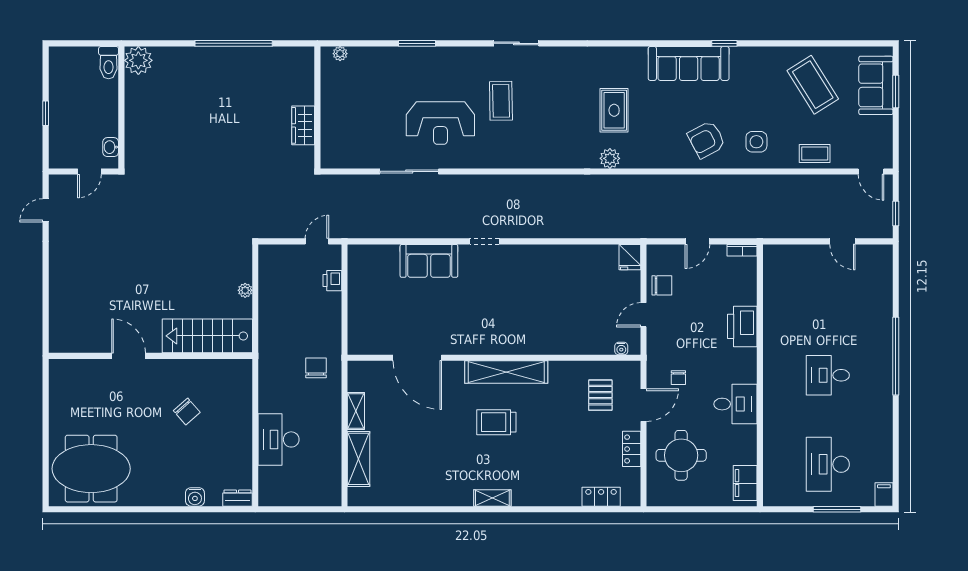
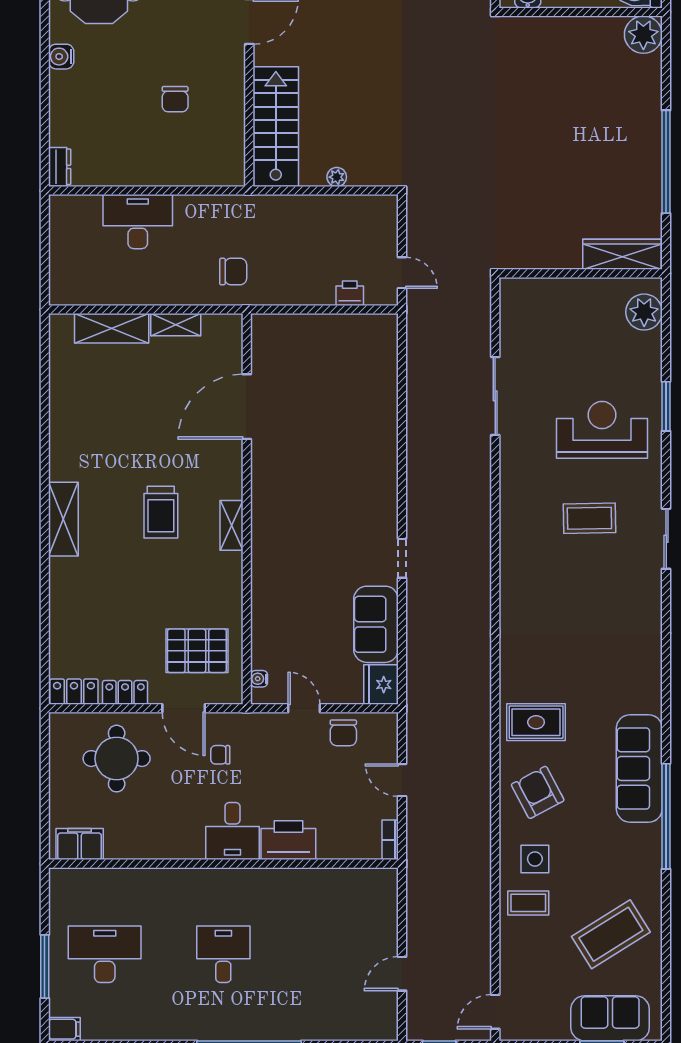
window: (724, 43) -> (666, 816), width x3.17
plant: (340, 54) -> (644, 312), width x1.87, depth x1.87
rug: (614, 110) -> (536, 722), moved
reception desk: (440, 123) -> (602, 430), moved, turned 90
wardrobe: (303, 125) -> (622, 254), moved, width x1.50
coffee table: (815, 154) -> (528, 903), moved, turned 90
plant: (610, 158) -> (513, 663), removed
doorway: (484, 241) -> (402, 558), moved
fridge: (630, 257) -> (381, 685), width x1.38
sofa: (429, 261) -> (376, 624), moved
shelving: (506, 372) -> (231, 525), width x0.45, depth x0.75
pallet: (600, 395) -> (197, 651), width x1.50, depth x1.42
desk: (735, 404) -> (233, 831), moved
chair: (187, 411) -> (175, 99), turned -49
trolley: (496, 422) -> (161, 512), turned 180
water cooler: (195, 497) -> (61, 57), moved
locker: (601, 497) -> (74, 692), moved, turned -90
shelving: (492, 498) -> (63, 519), width x1.50, depth x1.33

